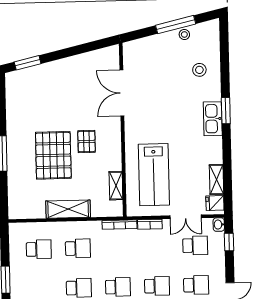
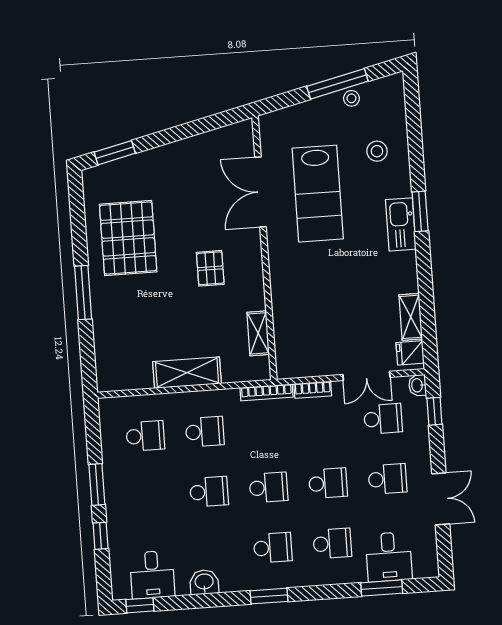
pallet: (53, 155) -> (128, 238), moved
lab bench: (154, 175) -> (318, 194), moved

